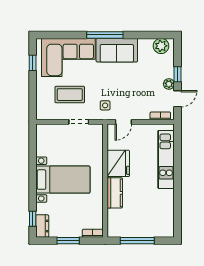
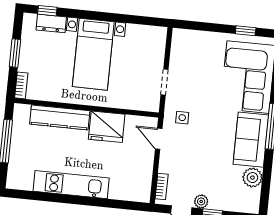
plant: (161, 46) -> (252, 178), moved
coffee table: (70, 95) -> (201, 74), removed
kitchen unit: (166, 159) -> (71, 185), moved
kitchen counter: (115, 193) -> (60, 117), width x1.50
dresser: (42, 226) -> (51, 23), moved

